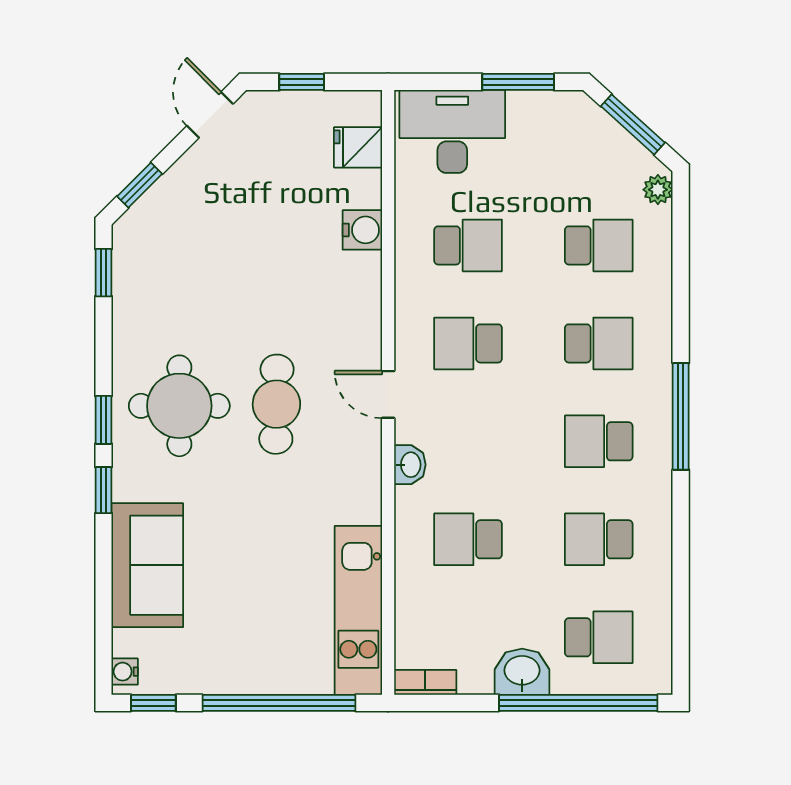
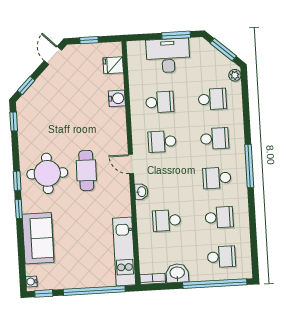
desk: (452, 131) -> (168, 56), moved
school desk: (599, 539) -> (219, 217), turned 180
washbasin: (522, 672) -> (177, 273), moved

